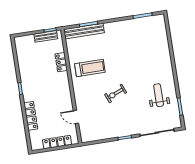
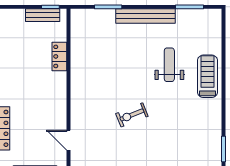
bench: (84, 31) -> (146, 16), moved
treadmill: (90, 68) -> (208, 76), moved, turned -90
weight bench: (159, 95) -> (169, 65), moved

